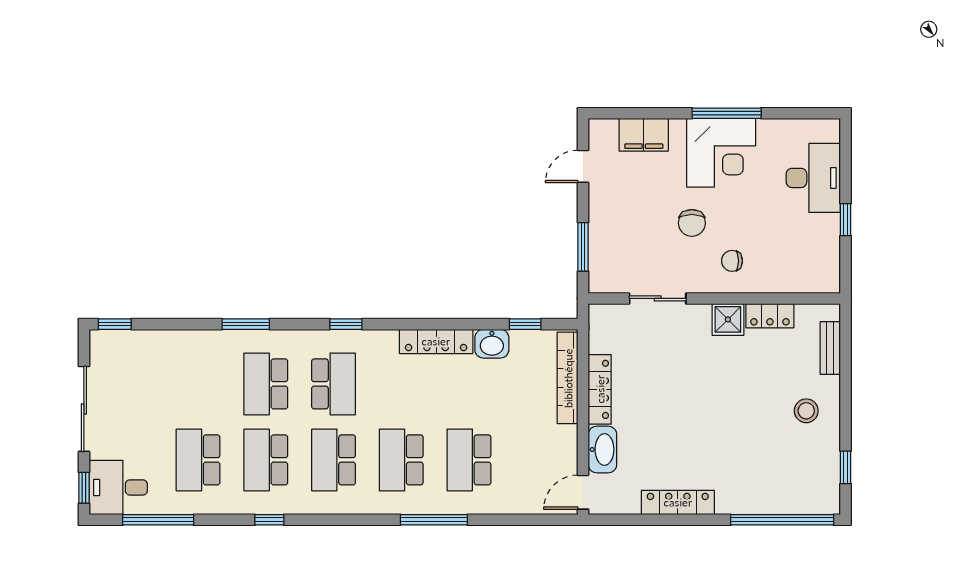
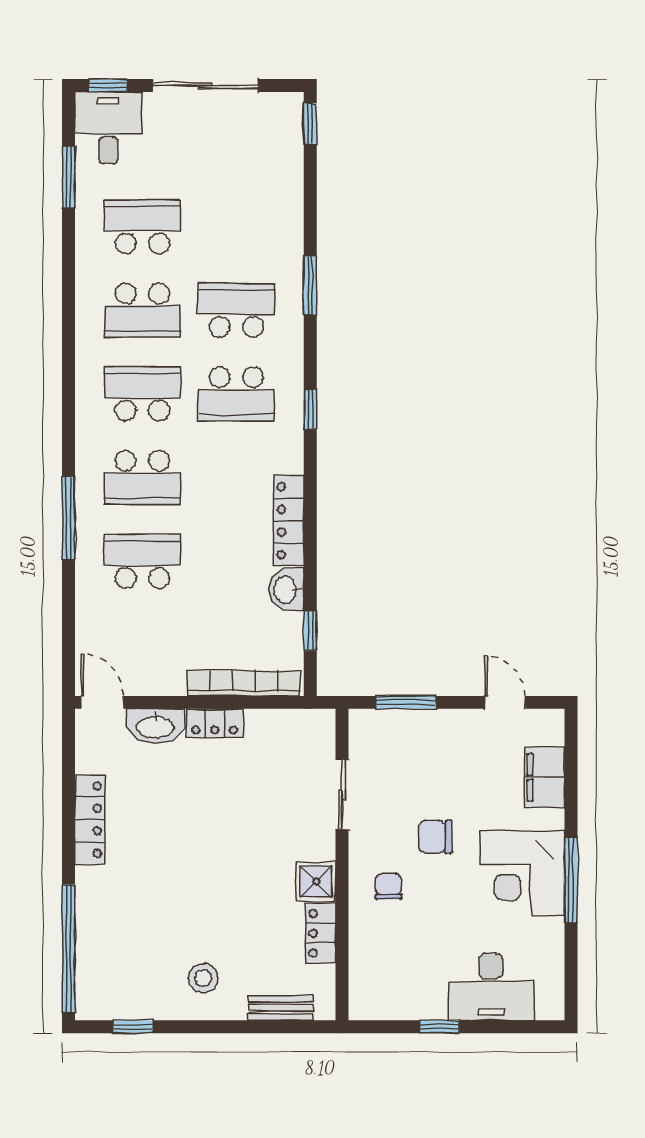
locker: (600, 389) -> (215, 723), width x0.66
school desk: (266, 460) -> (142, 310), turned 180
school desk: (401, 460) -> (142, 478), turned 180
window: (158, 520) -> (69, 177), width x0.69
window: (269, 520) -> (69, 315), removed

